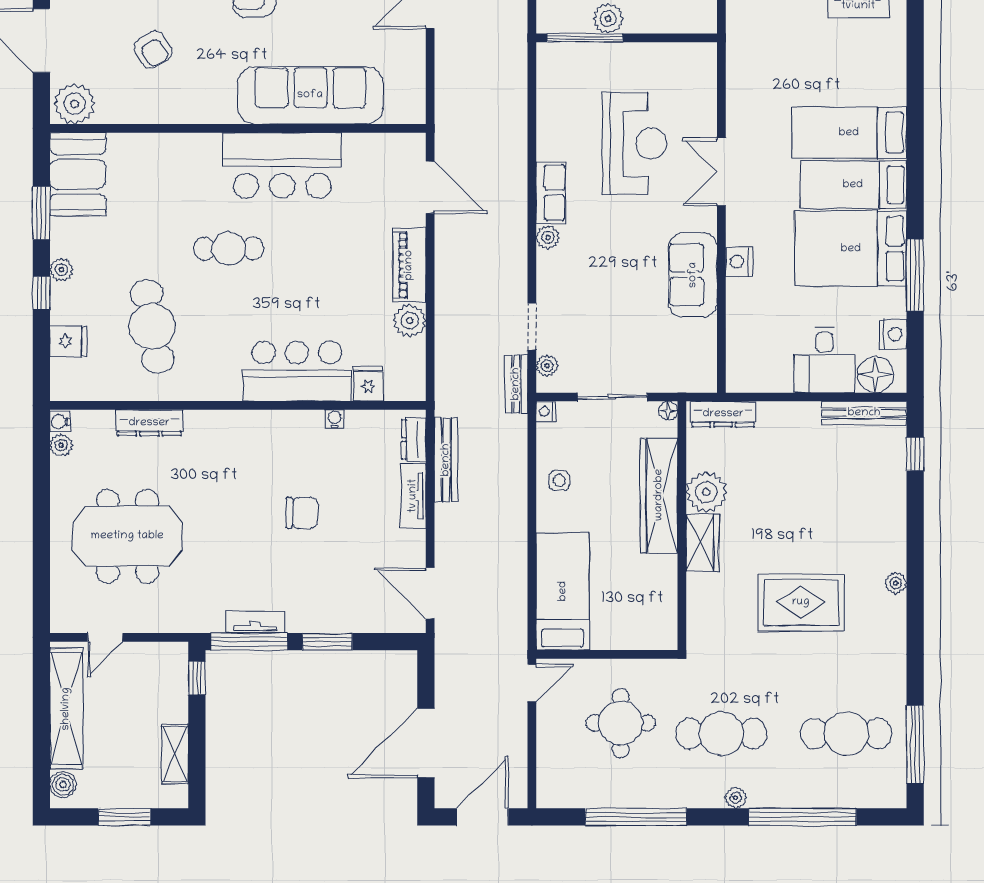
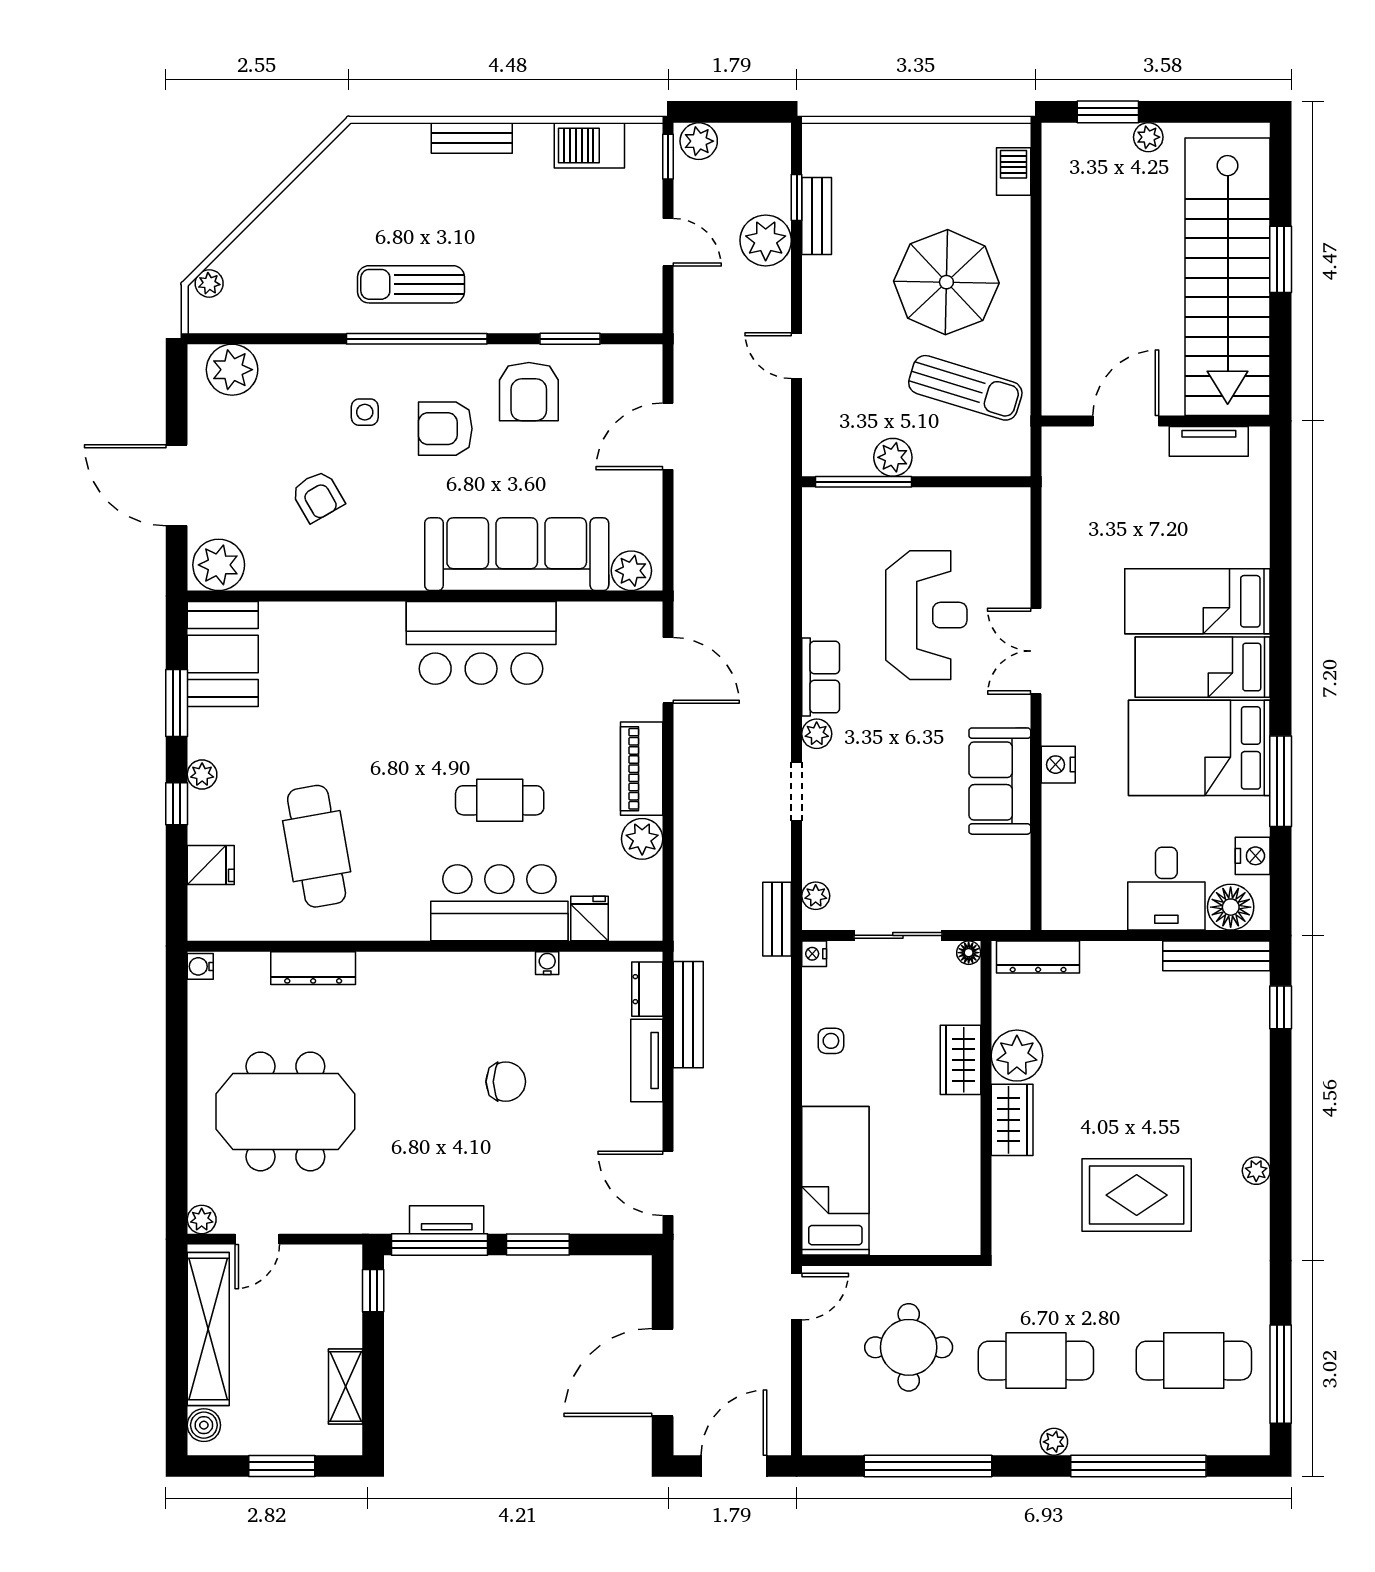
plant: (401, 108) -> (631, 571), added
cafe table: (229, 249) -> (500, 800), moved
doorway: (532, 327) -> (797, 792), moved
plant: (61, 445) -> (202, 1219), moved
wardrobe: (659, 495) -> (960, 1060), width x0.48, depth x0.85

